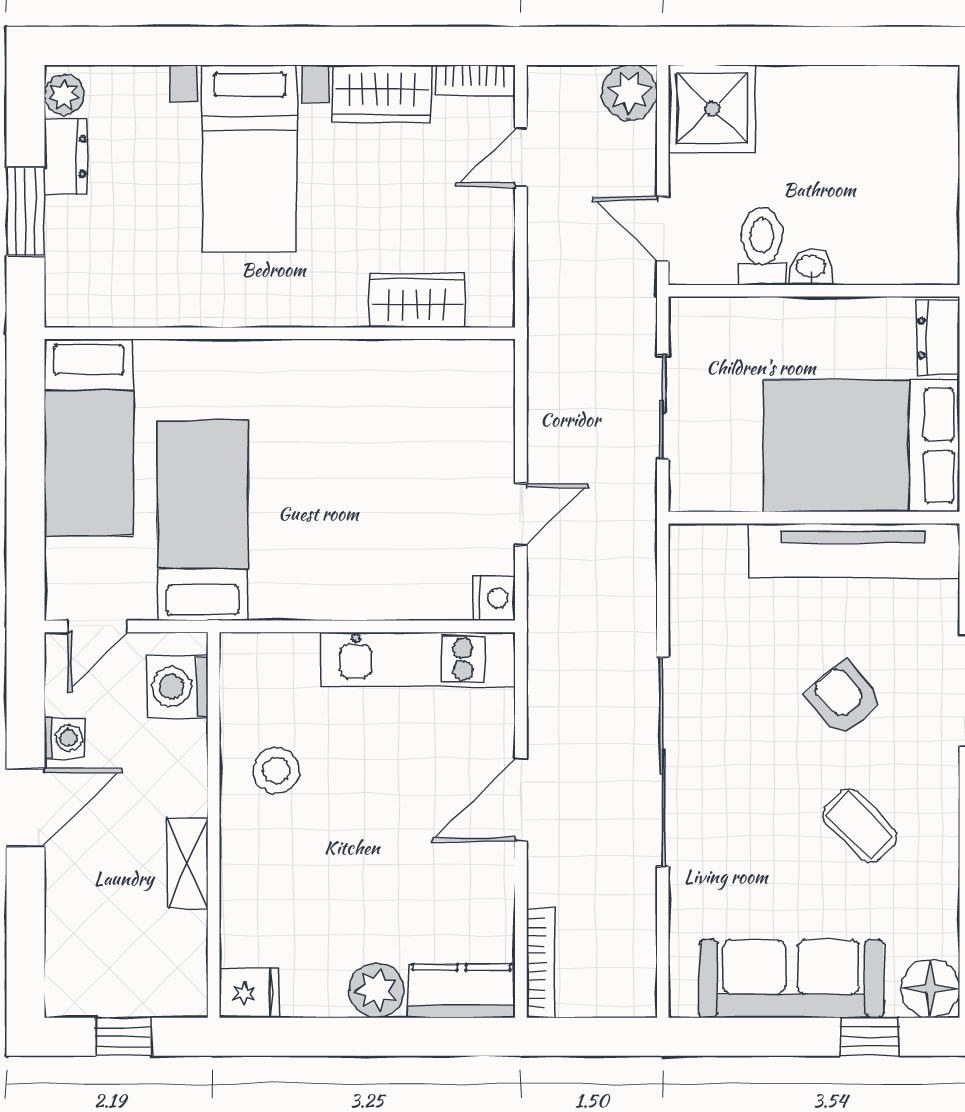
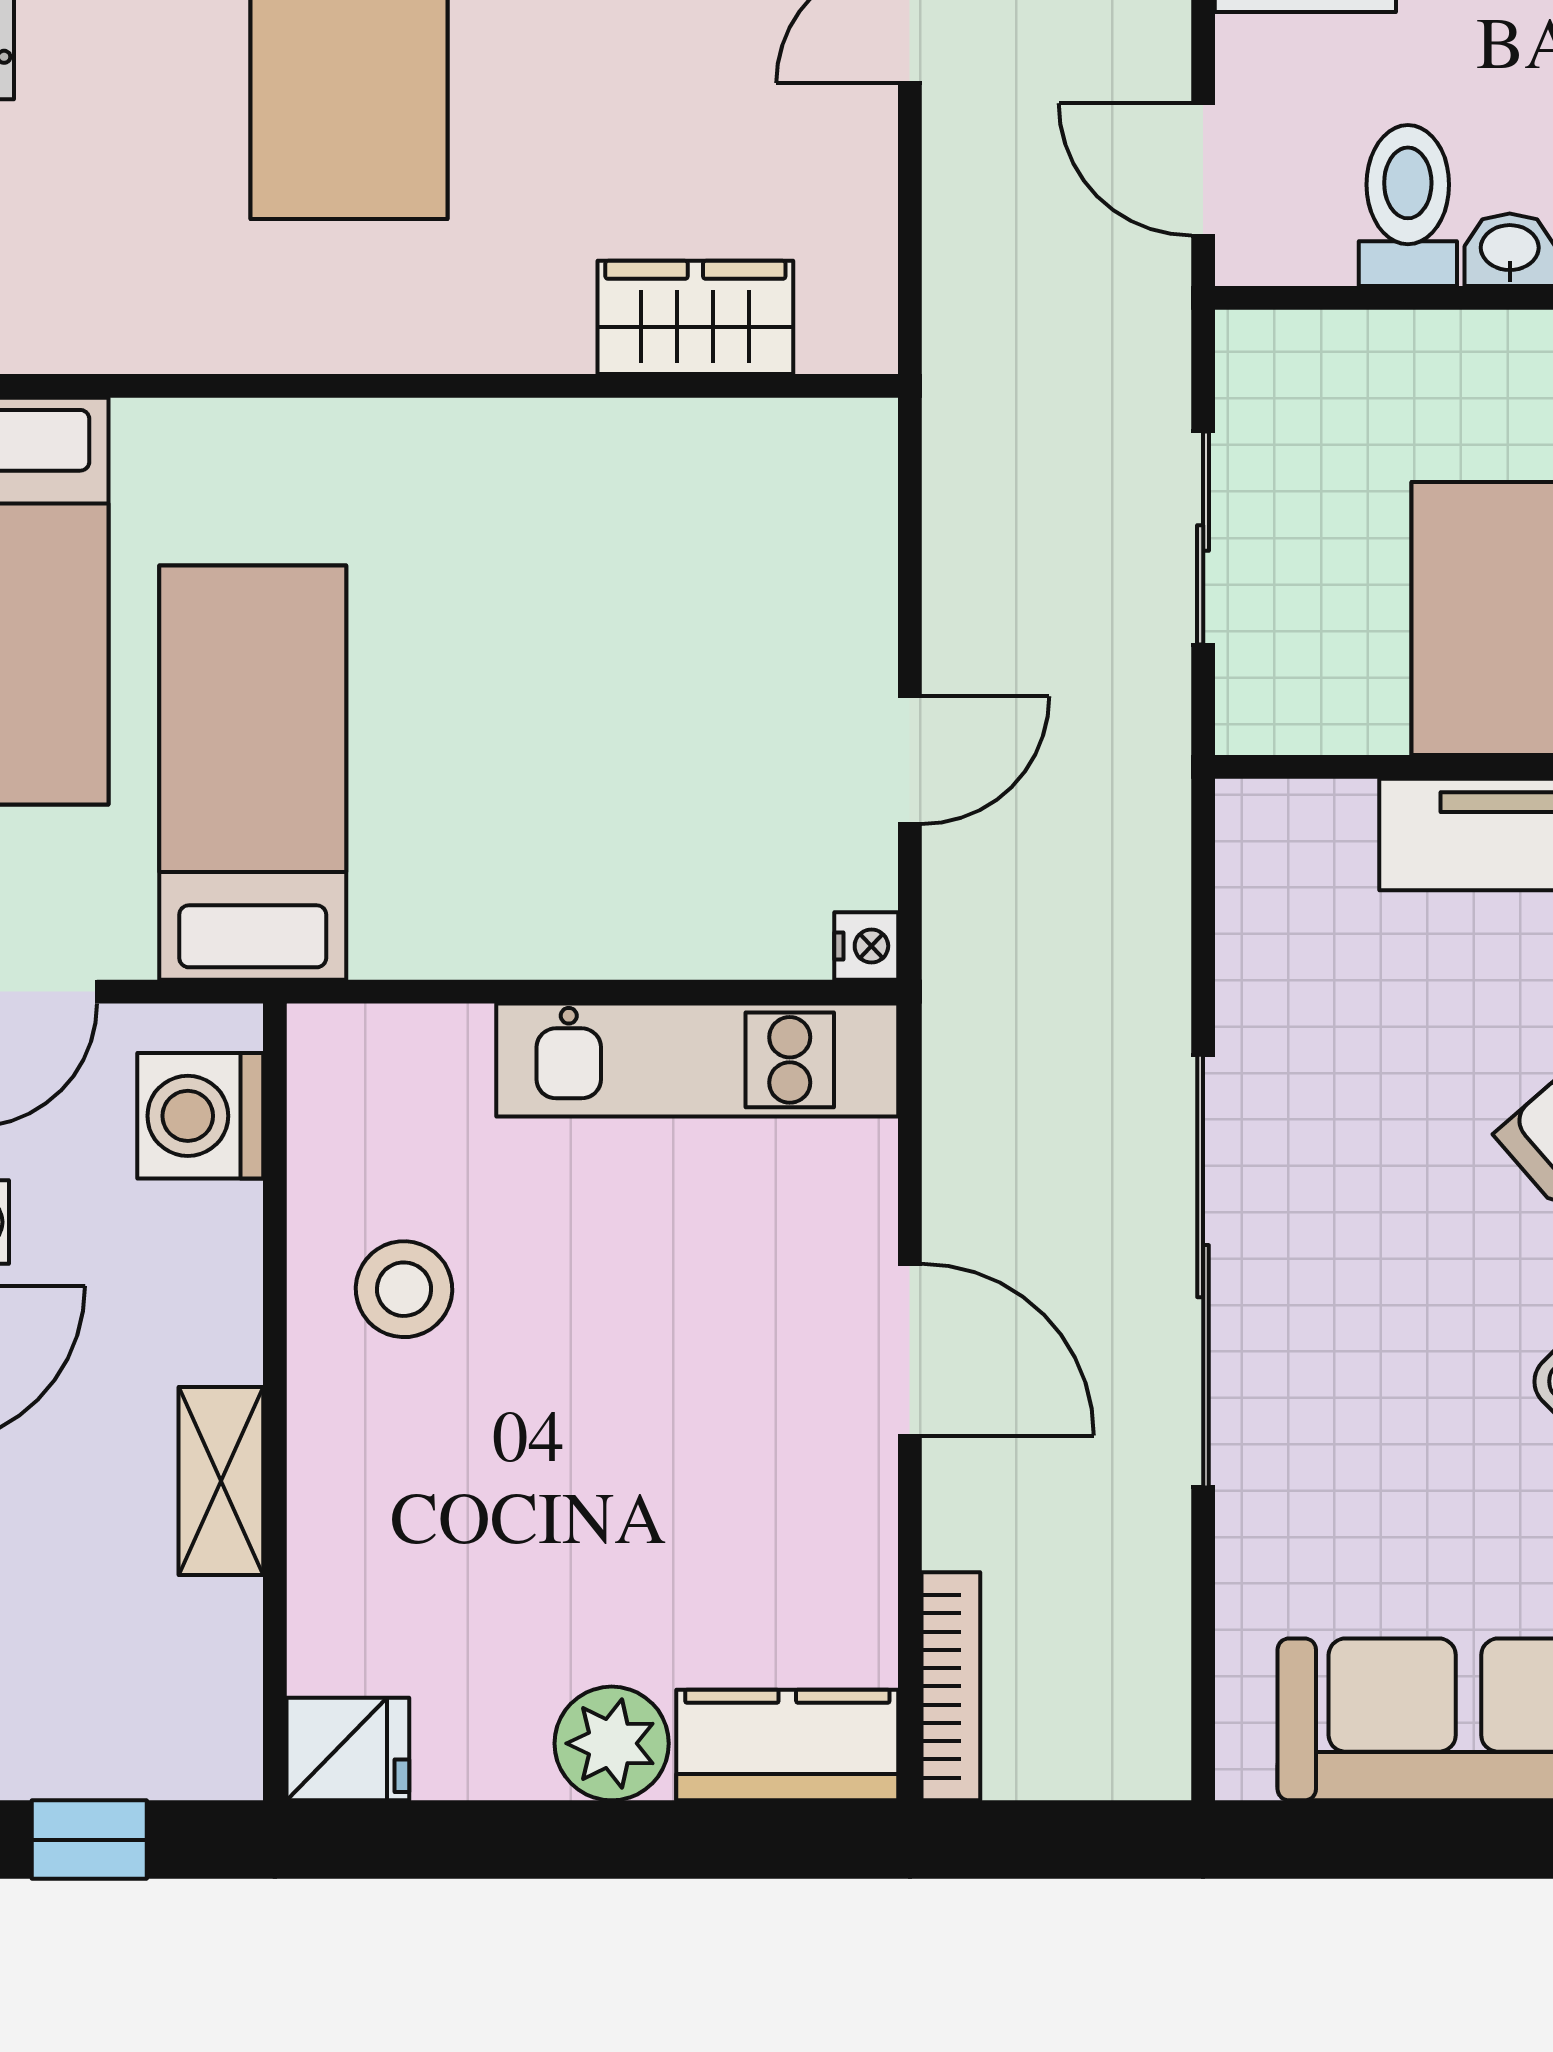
nightstand: (494, 598) -> (866, 946), width x0.72, depth x0.74
door: (521, 800) -> (910, 1350), swing flipped

